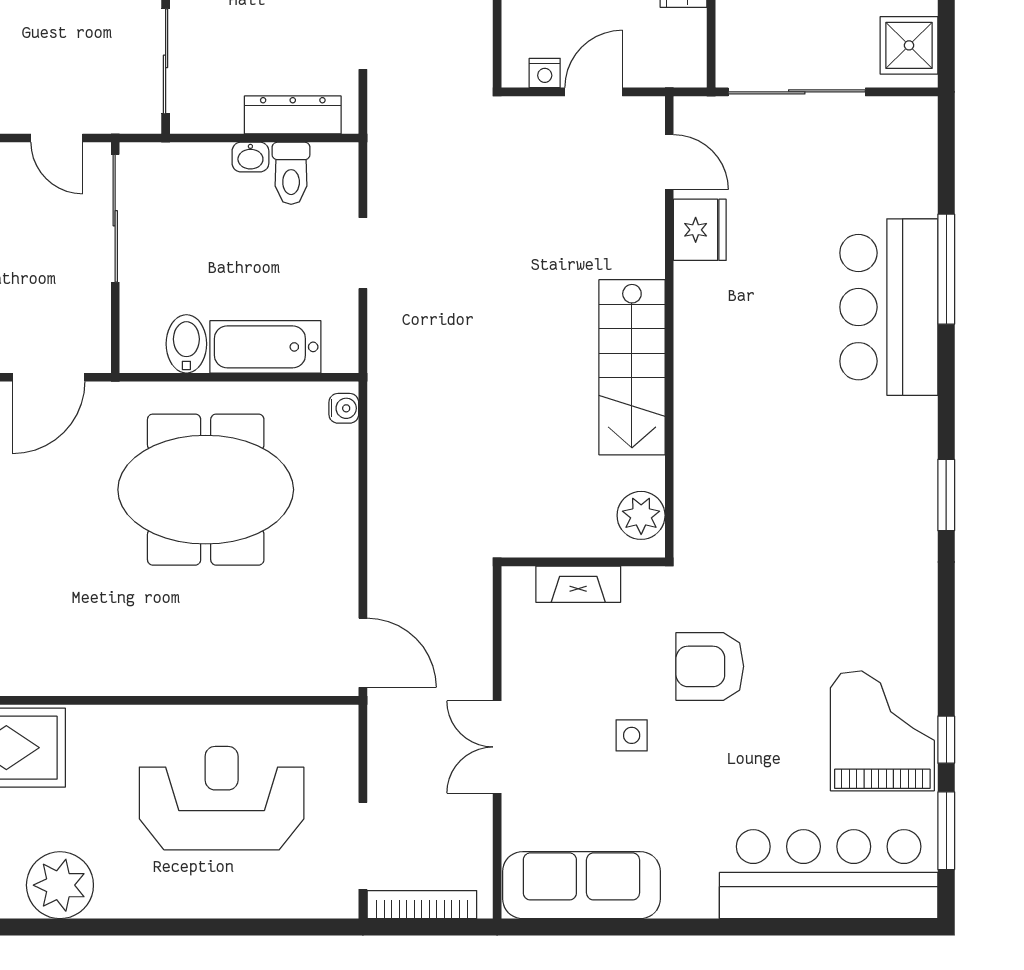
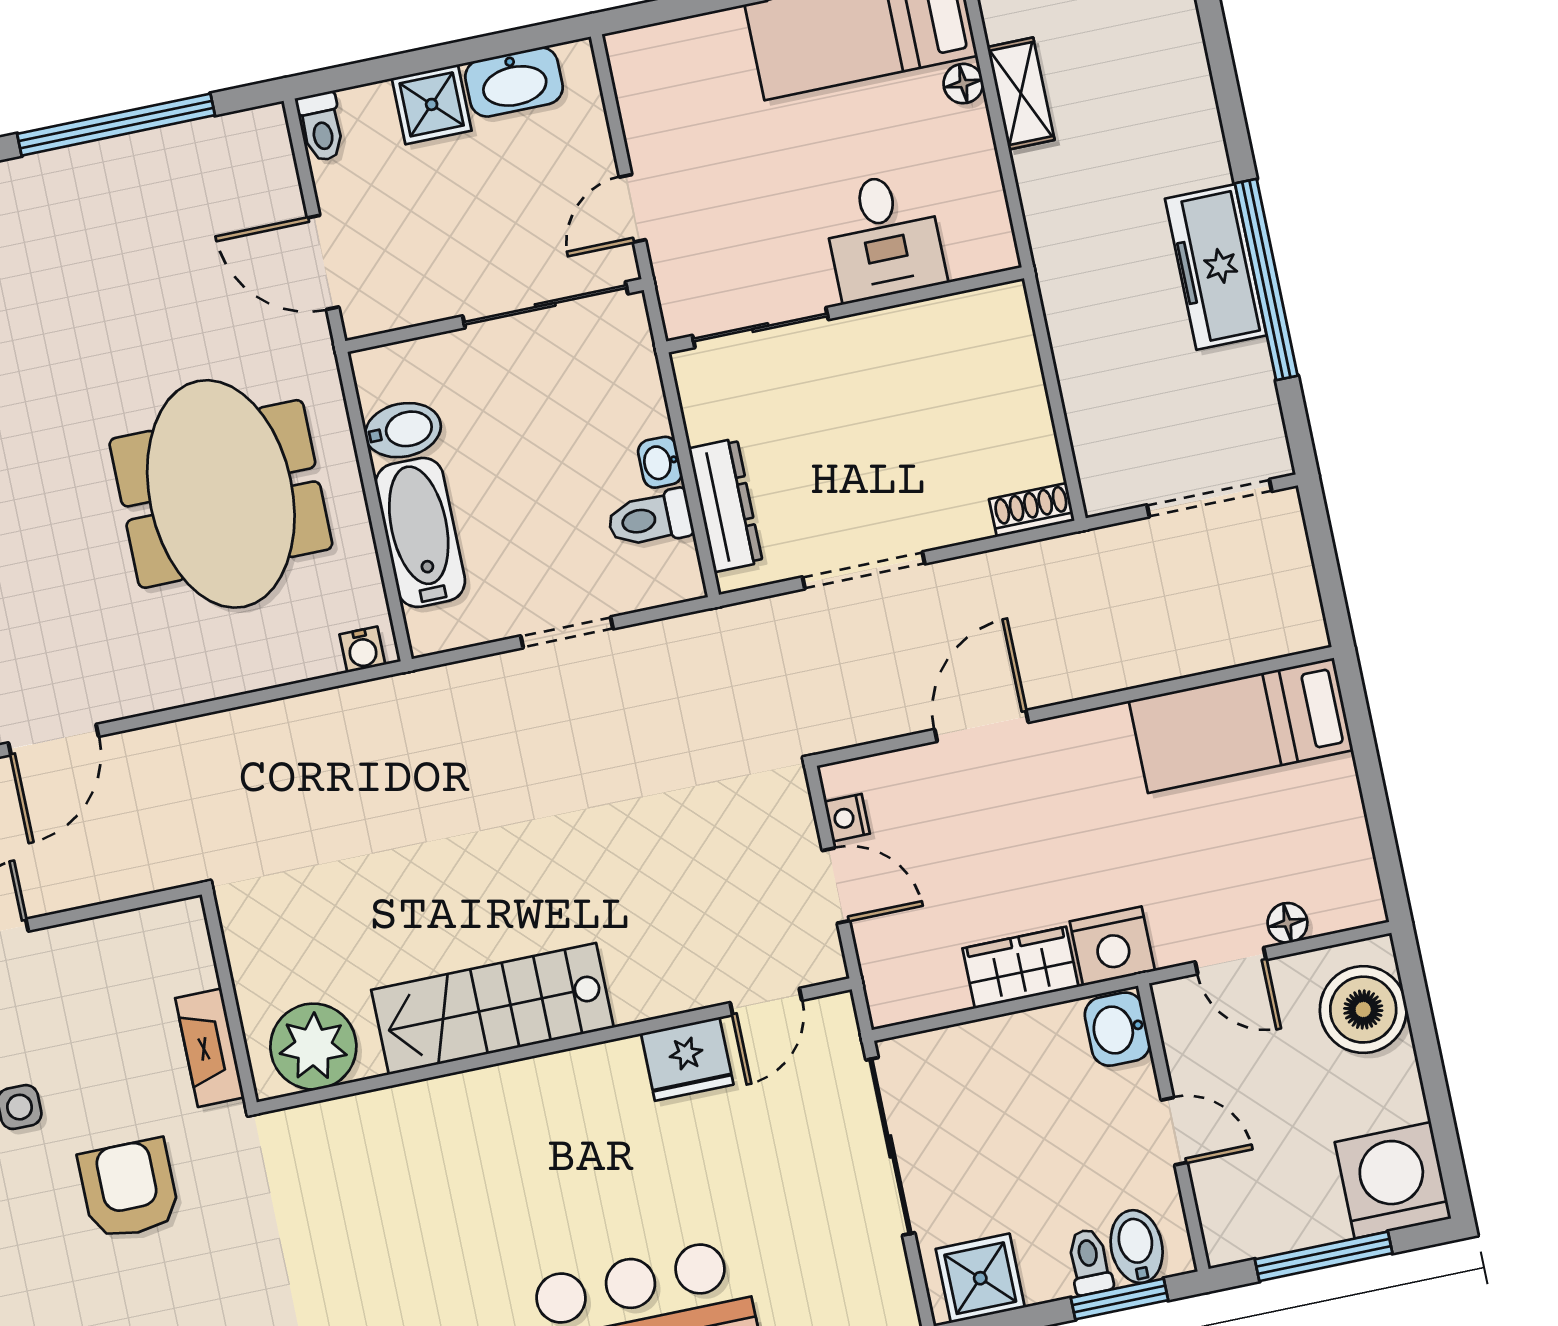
plant: (641, 515) -> (313, 1047), width x1.36, depth x1.36
fireplace: (578, 584) -> (210, 1048), moved

